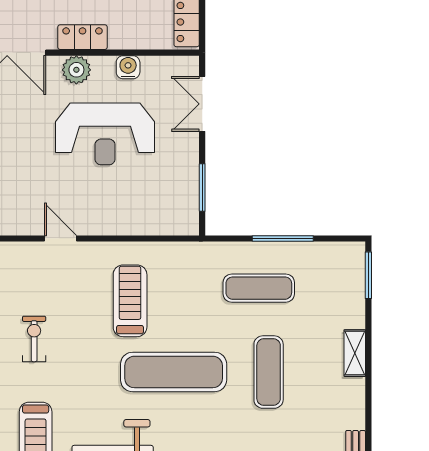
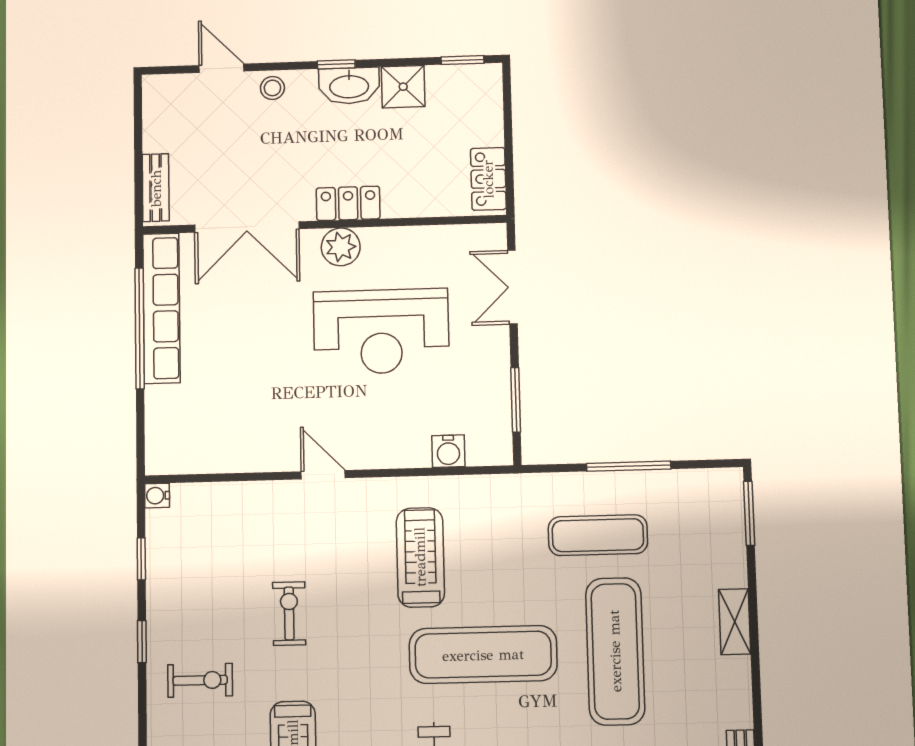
water cooler: (128, 67) -> (448, 451), moved, turned 180
exercise mat: (269, 372) -> (615, 651), width x1.36, depth x1.45

